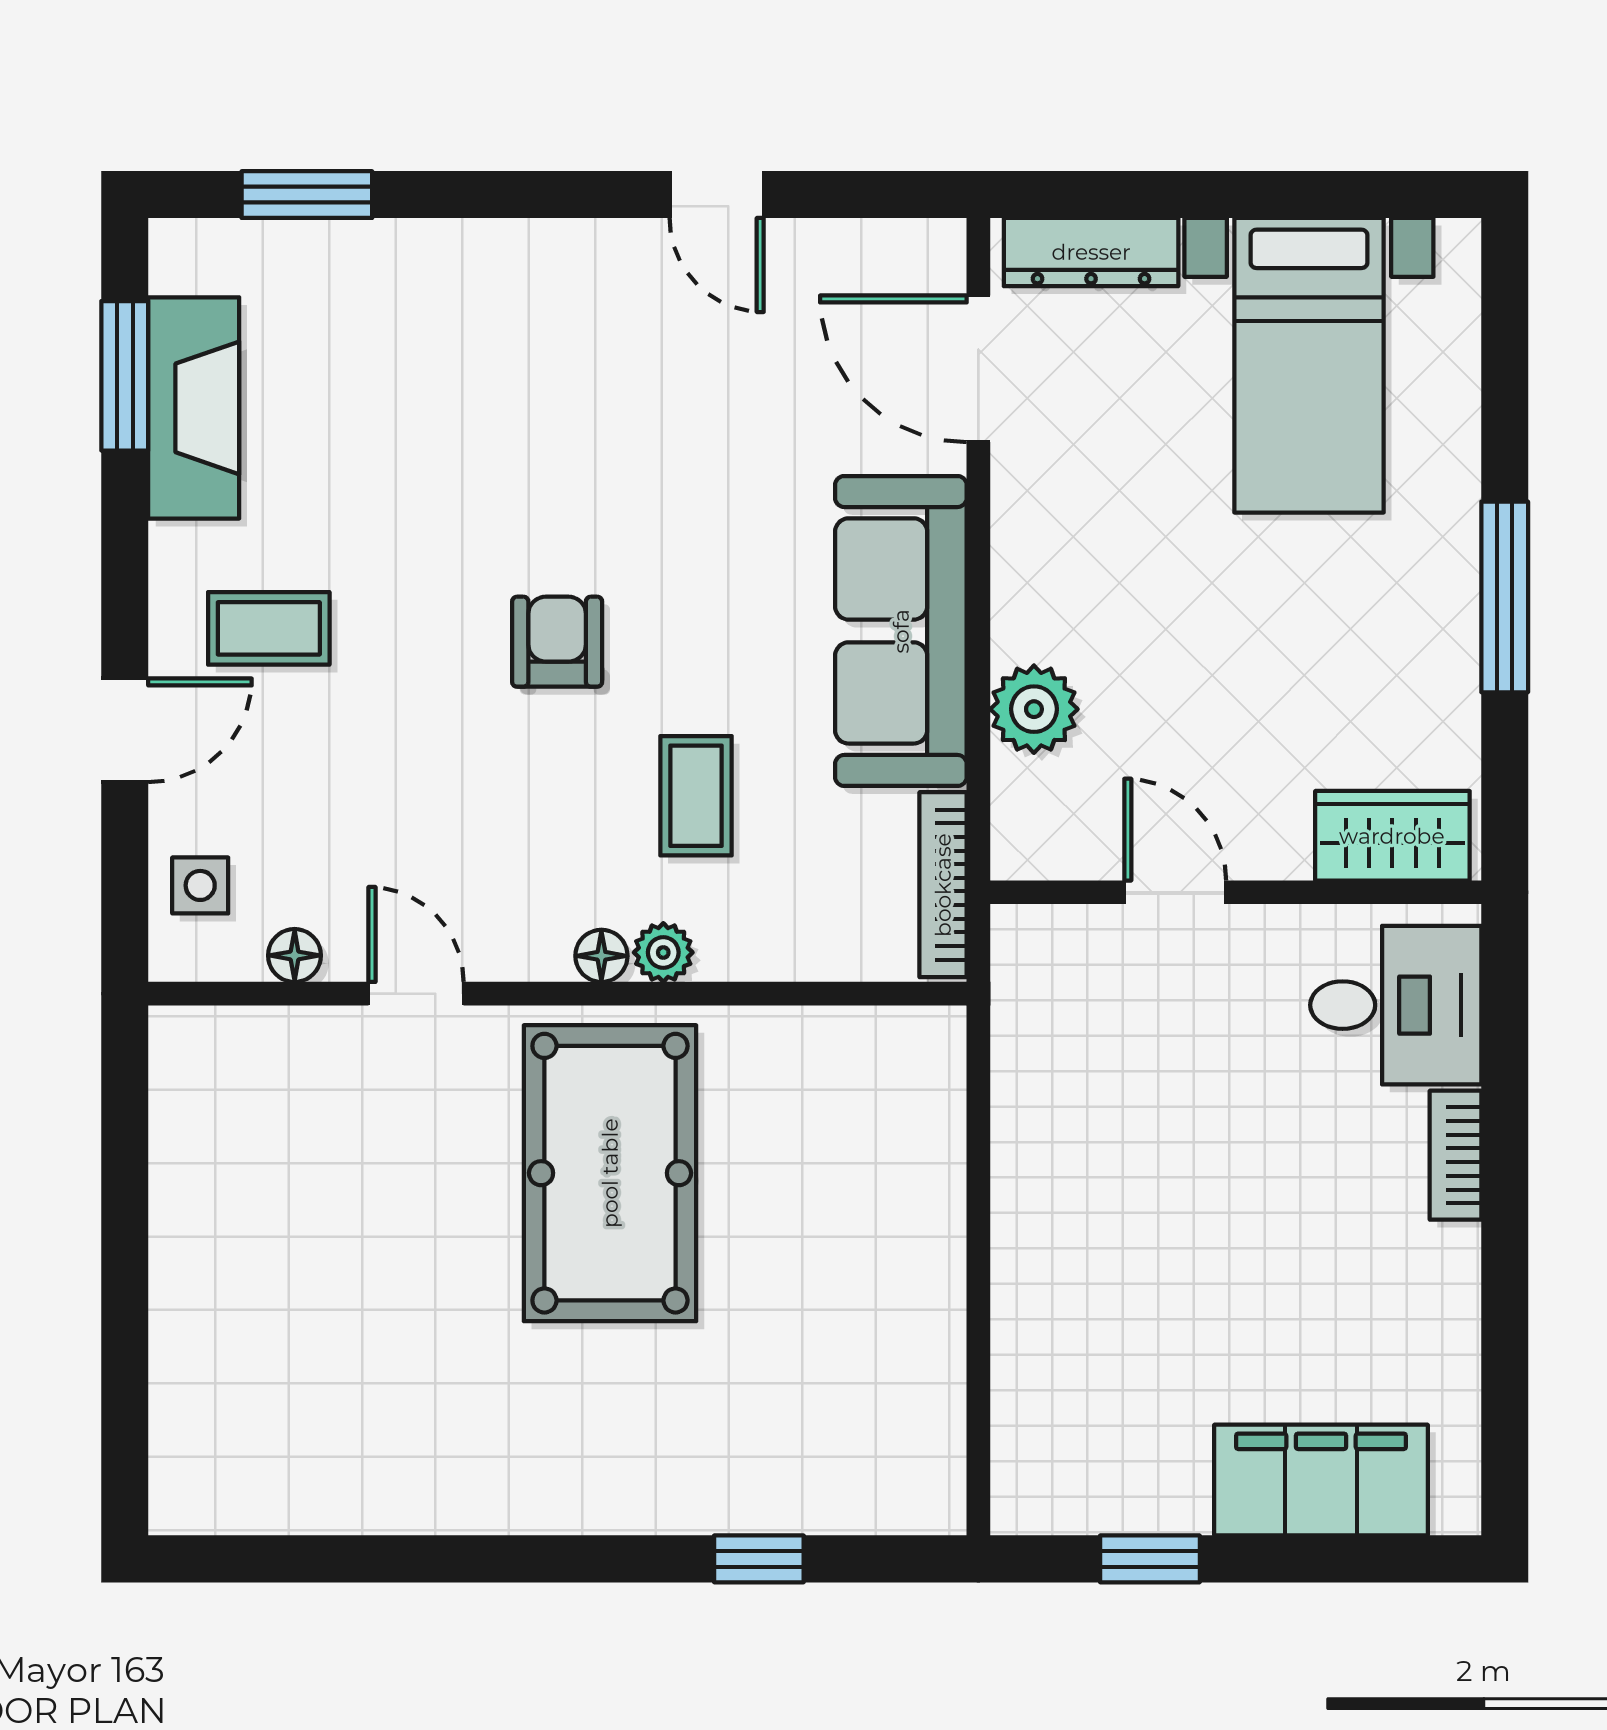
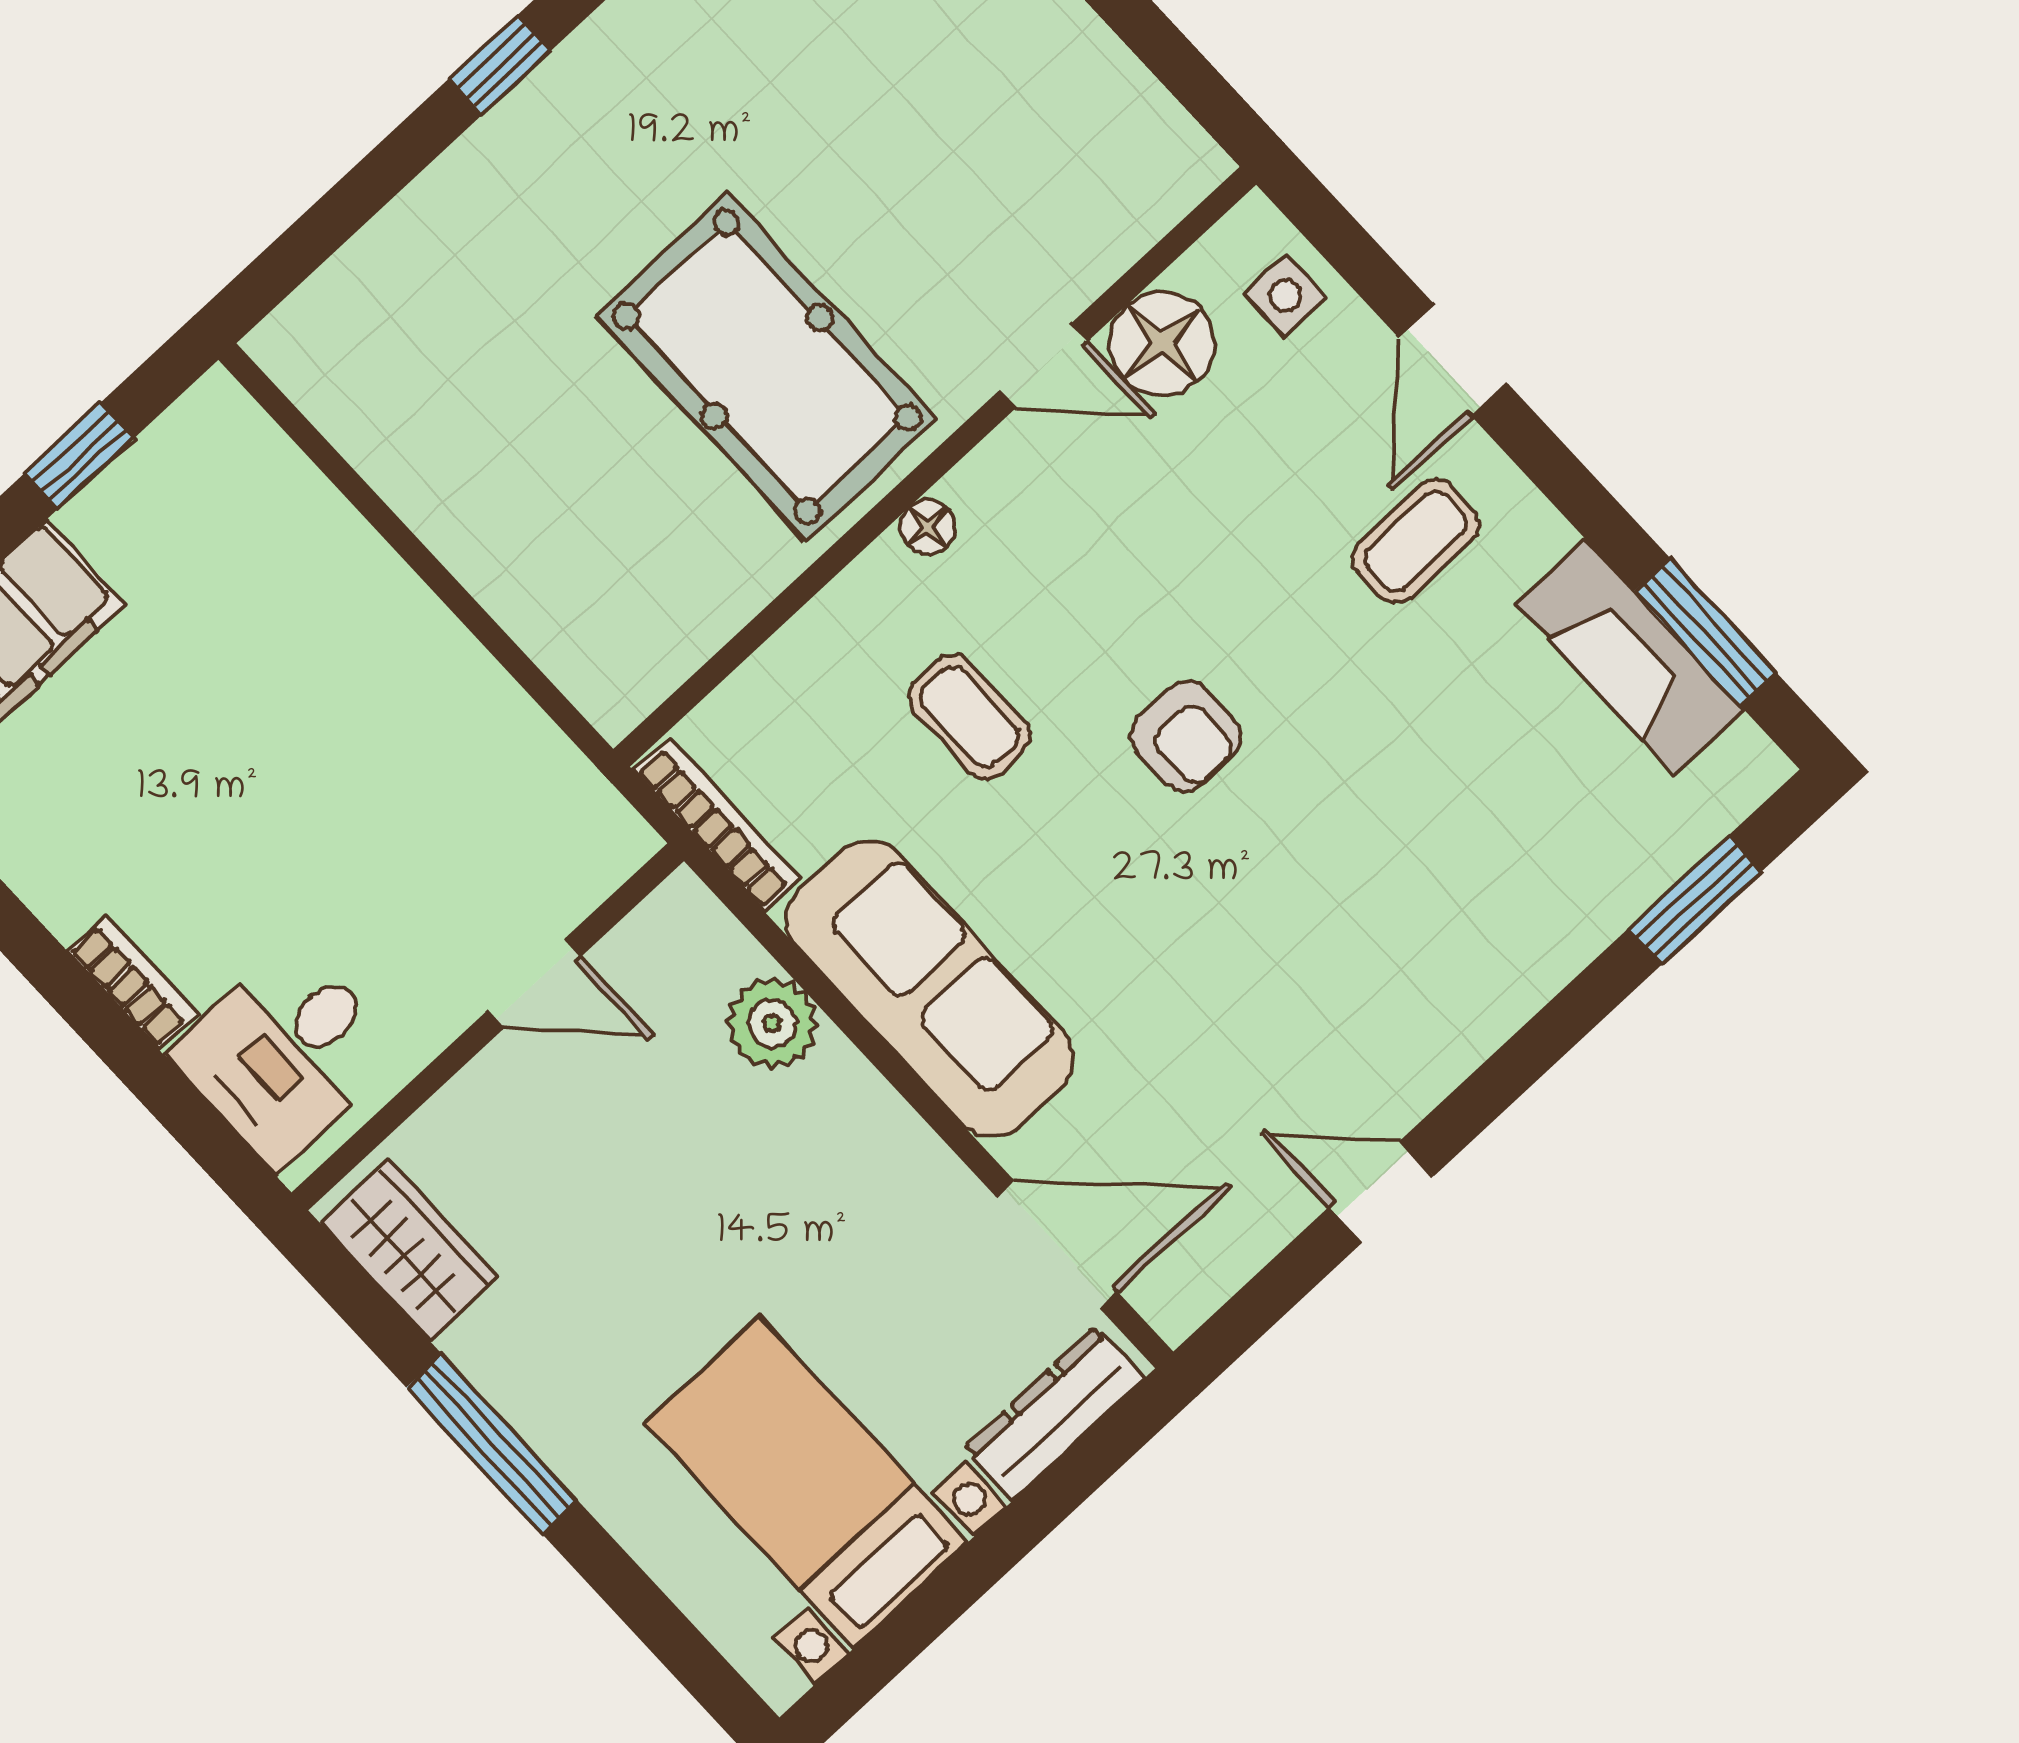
wardrobe: (1392, 836) -> (409, 1250), moved, turned -90
plant: (663, 952) -> (883, 574), removed
floor lamp: (295, 955) -> (1162, 344), width x1.89, depth x1.89
window: (759, 1559) -> (499, 65), moved

